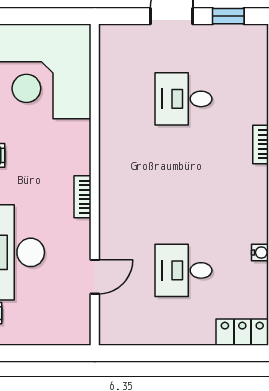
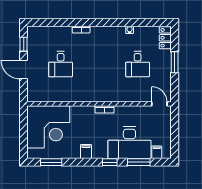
door: (95, 277) -> (159, 104), moved
window: (188, 353) -> (175, 62), added

